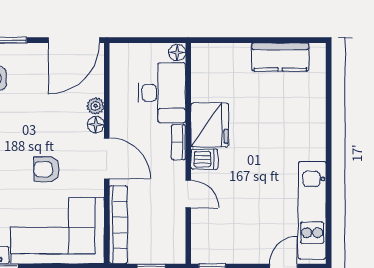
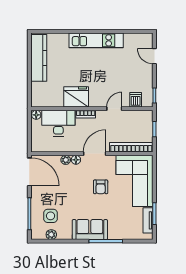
kitchen counter: (280, 57) -> (39, 58), width x1.50
dishwasher: (204, 159) -> (136, 100), moved
kitchen unit: (312, 210) -> (96, 40), moved

